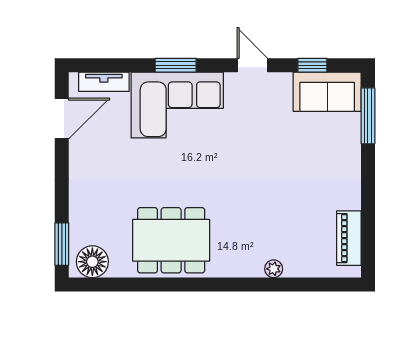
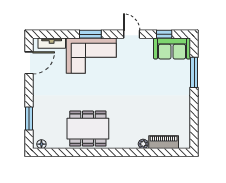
window: (368, 116) -> (194, 72), moved
piano: (349, 238) -> (164, 142), moved, turned 90
window: (62, 244) -> (29, 119), moved
floor lamp: (92, 262) -> (41, 144), width x0.53, depth x0.53

